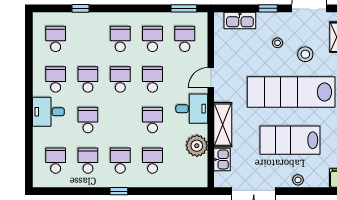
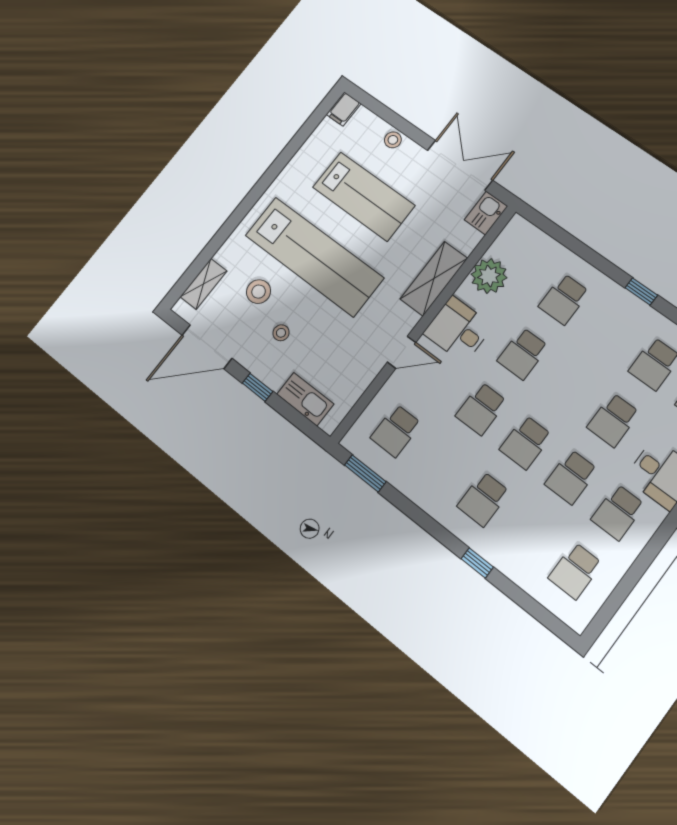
window: (80, 8) -> (477, 563), moved
school desk: (152, 39) -> (439, 464), removed
kitchen sink: (222, 160) -> (486, 213), moved
school desk: (120, 161) -> (609, 331), removed

